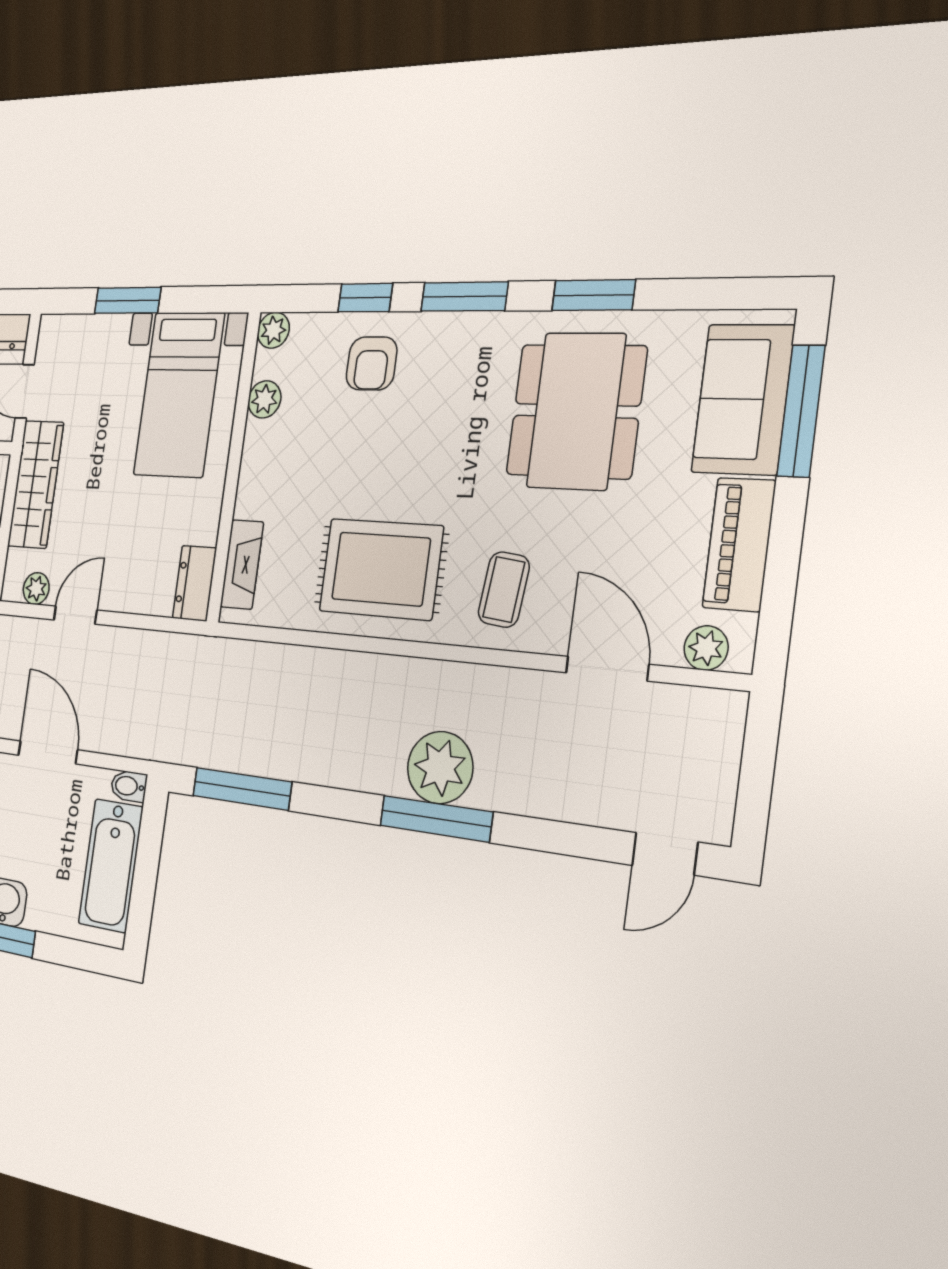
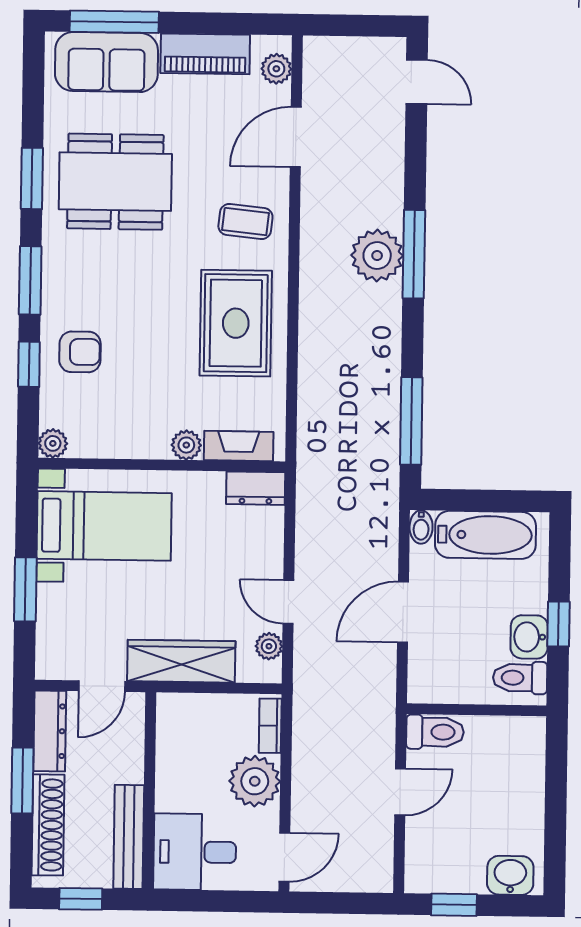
plant: (264, 399) -> (186, 445), moved

